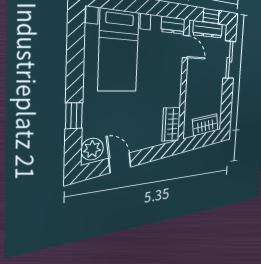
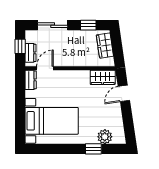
dresser: (208, 29) -> (30, 53), width x0.70
window: (227, 103) -> (88, 25), added
plant: (92, 149) -> (105, 137), moved
door: (120, 163) -> (124, 93), moved

